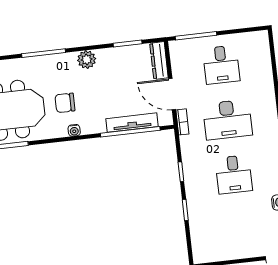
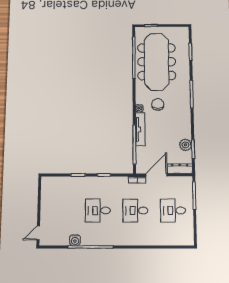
plant: (87, 60) -> (185, 145), moved
desk: (228, 120) -> (135, 210), width x0.73
tv unit: (132, 123) -> (140, 129), moved

